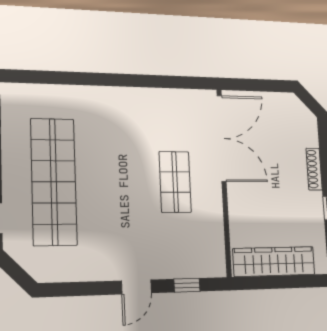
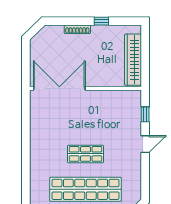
shop shelf: (175, 182) -> (85, 154), moved
door: (136, 287) -> (145, 144), hinge flipped

